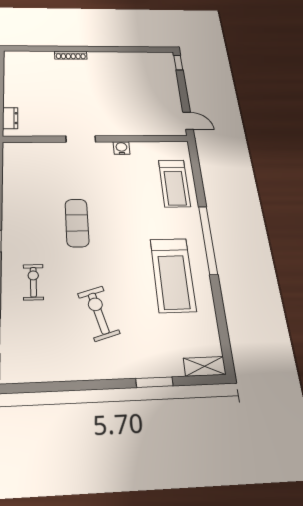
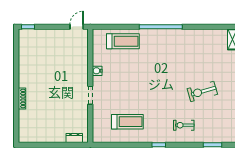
exercise mat: (77, 223) -> (148, 100), removed
treadmill: (173, 275) -> (127, 122), moved, width x0.73, depth x0.73

